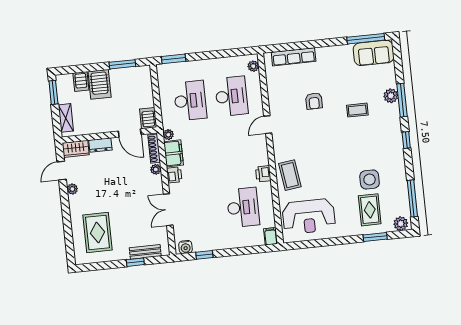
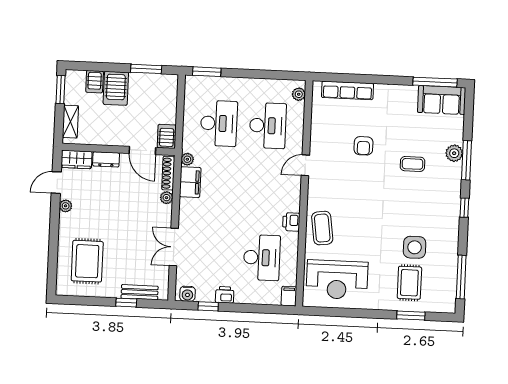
printer: (174, 175) -> (225, 295), moved, turned -90
plant: (401, 224) -> (443, 304), removed

